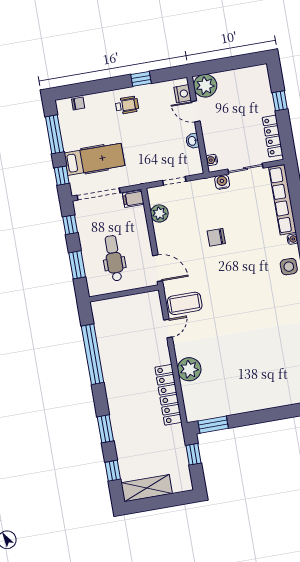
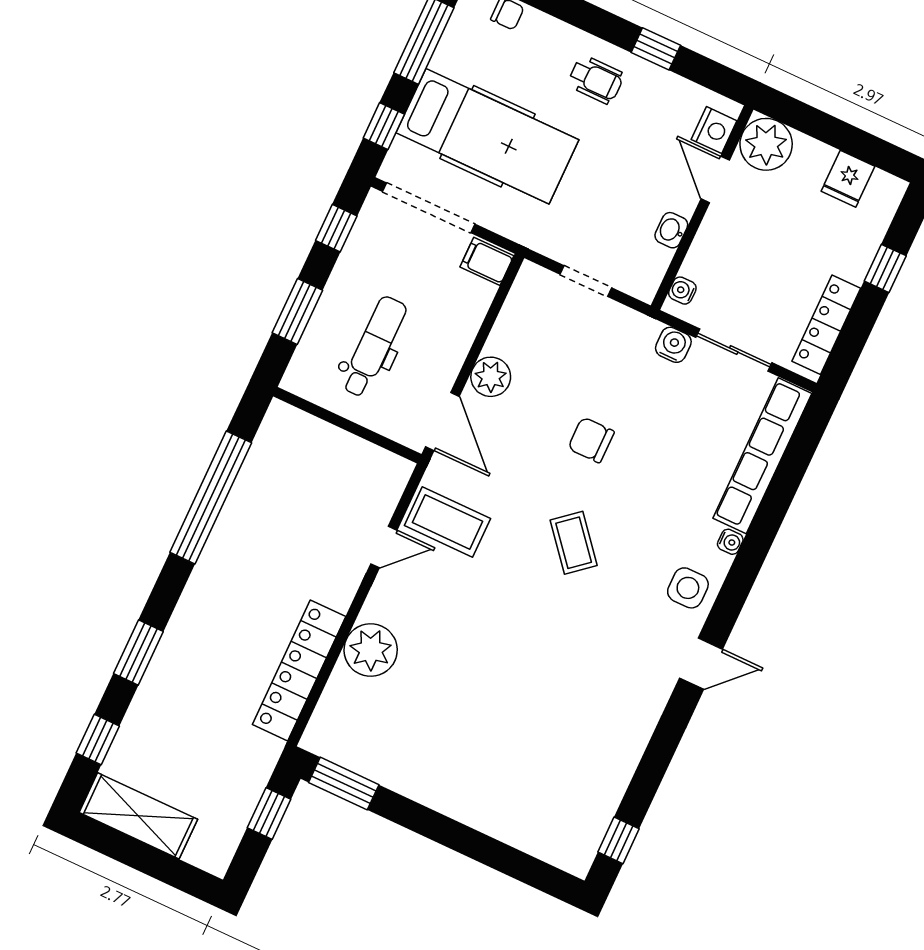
fridge: (244, 78) -> (848, 179), added
hospital bed: (94, 159) -> (487, 136), width x1.37, depth x1.29
plant: (159, 213) -> (491, 377), moved
coffee table: (236, 279) -> (574, 543), added

